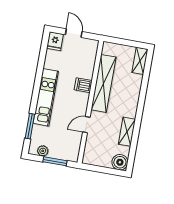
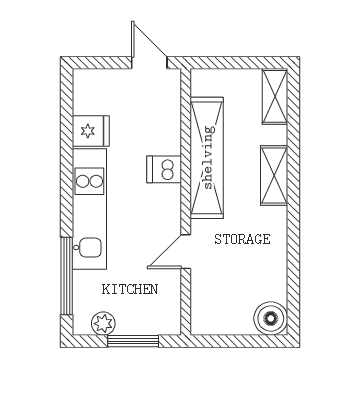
door: (74, 33) -> (149, 63), moved
fridge: (55, 41) -> (91, 131), moved, turned -90
window: (30, 126) -> (67, 276), width x1.44
shelving: (127, 132) -> (274, 176), moved

